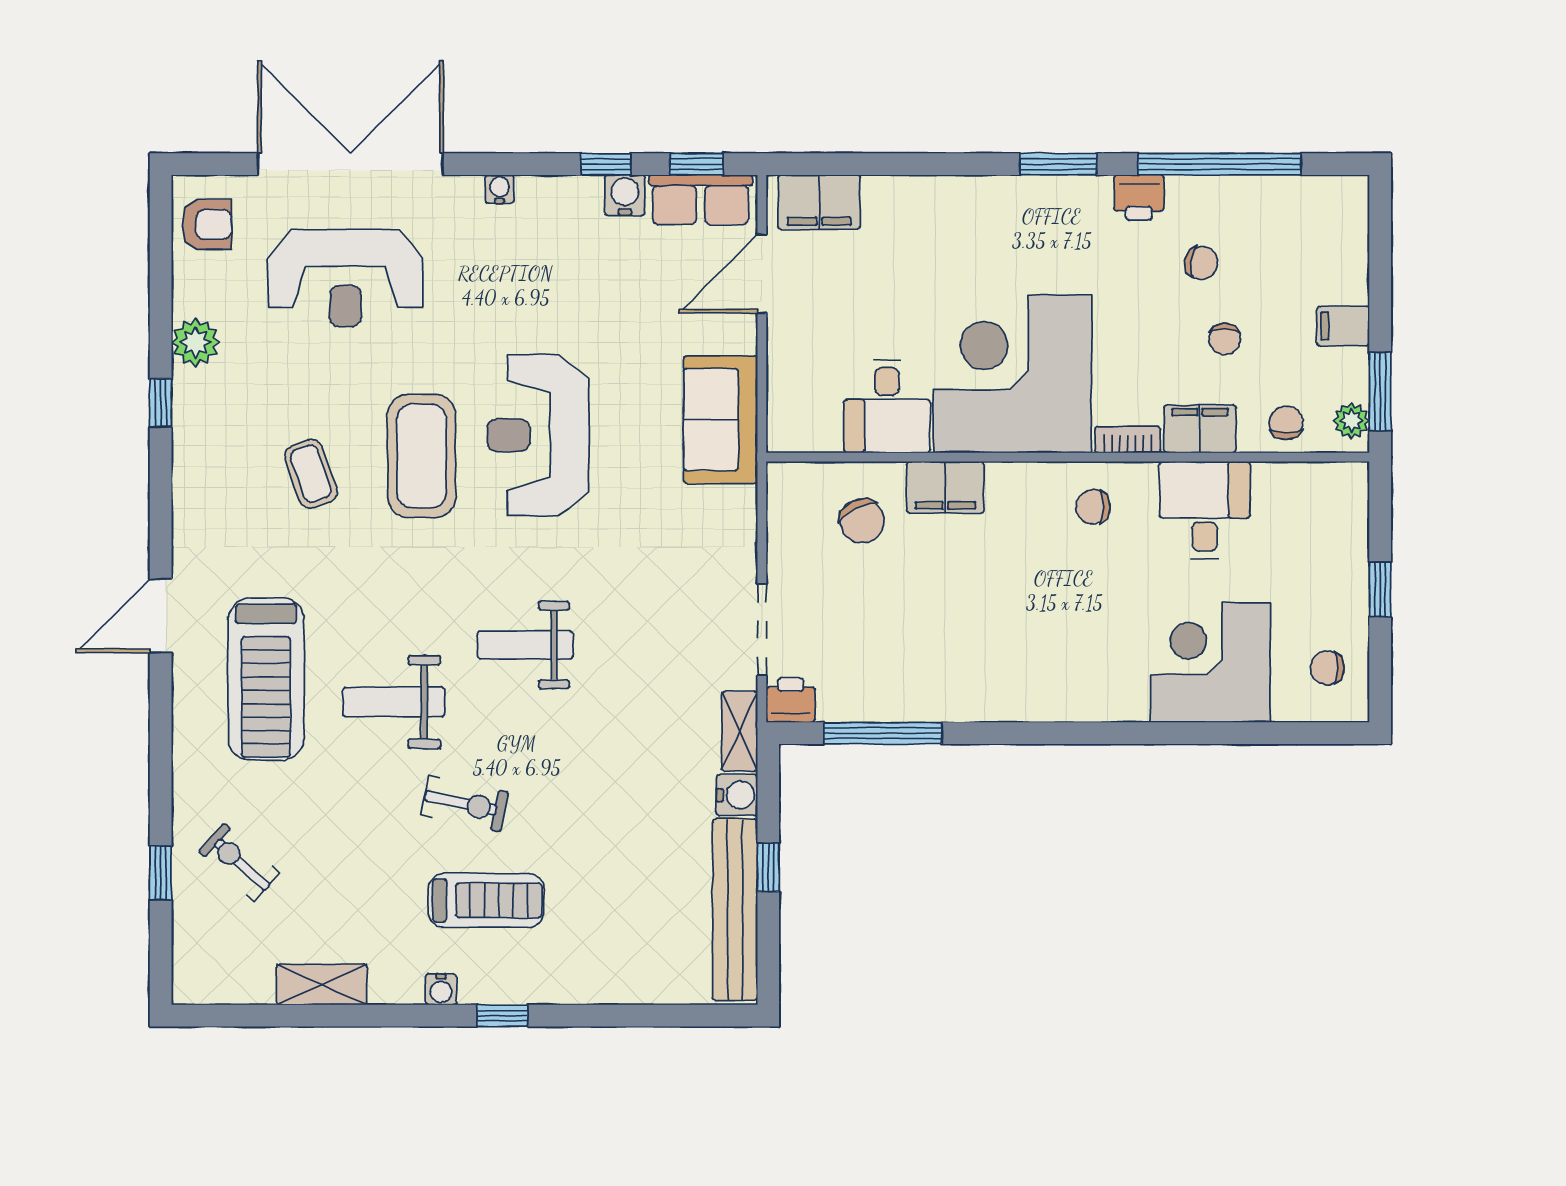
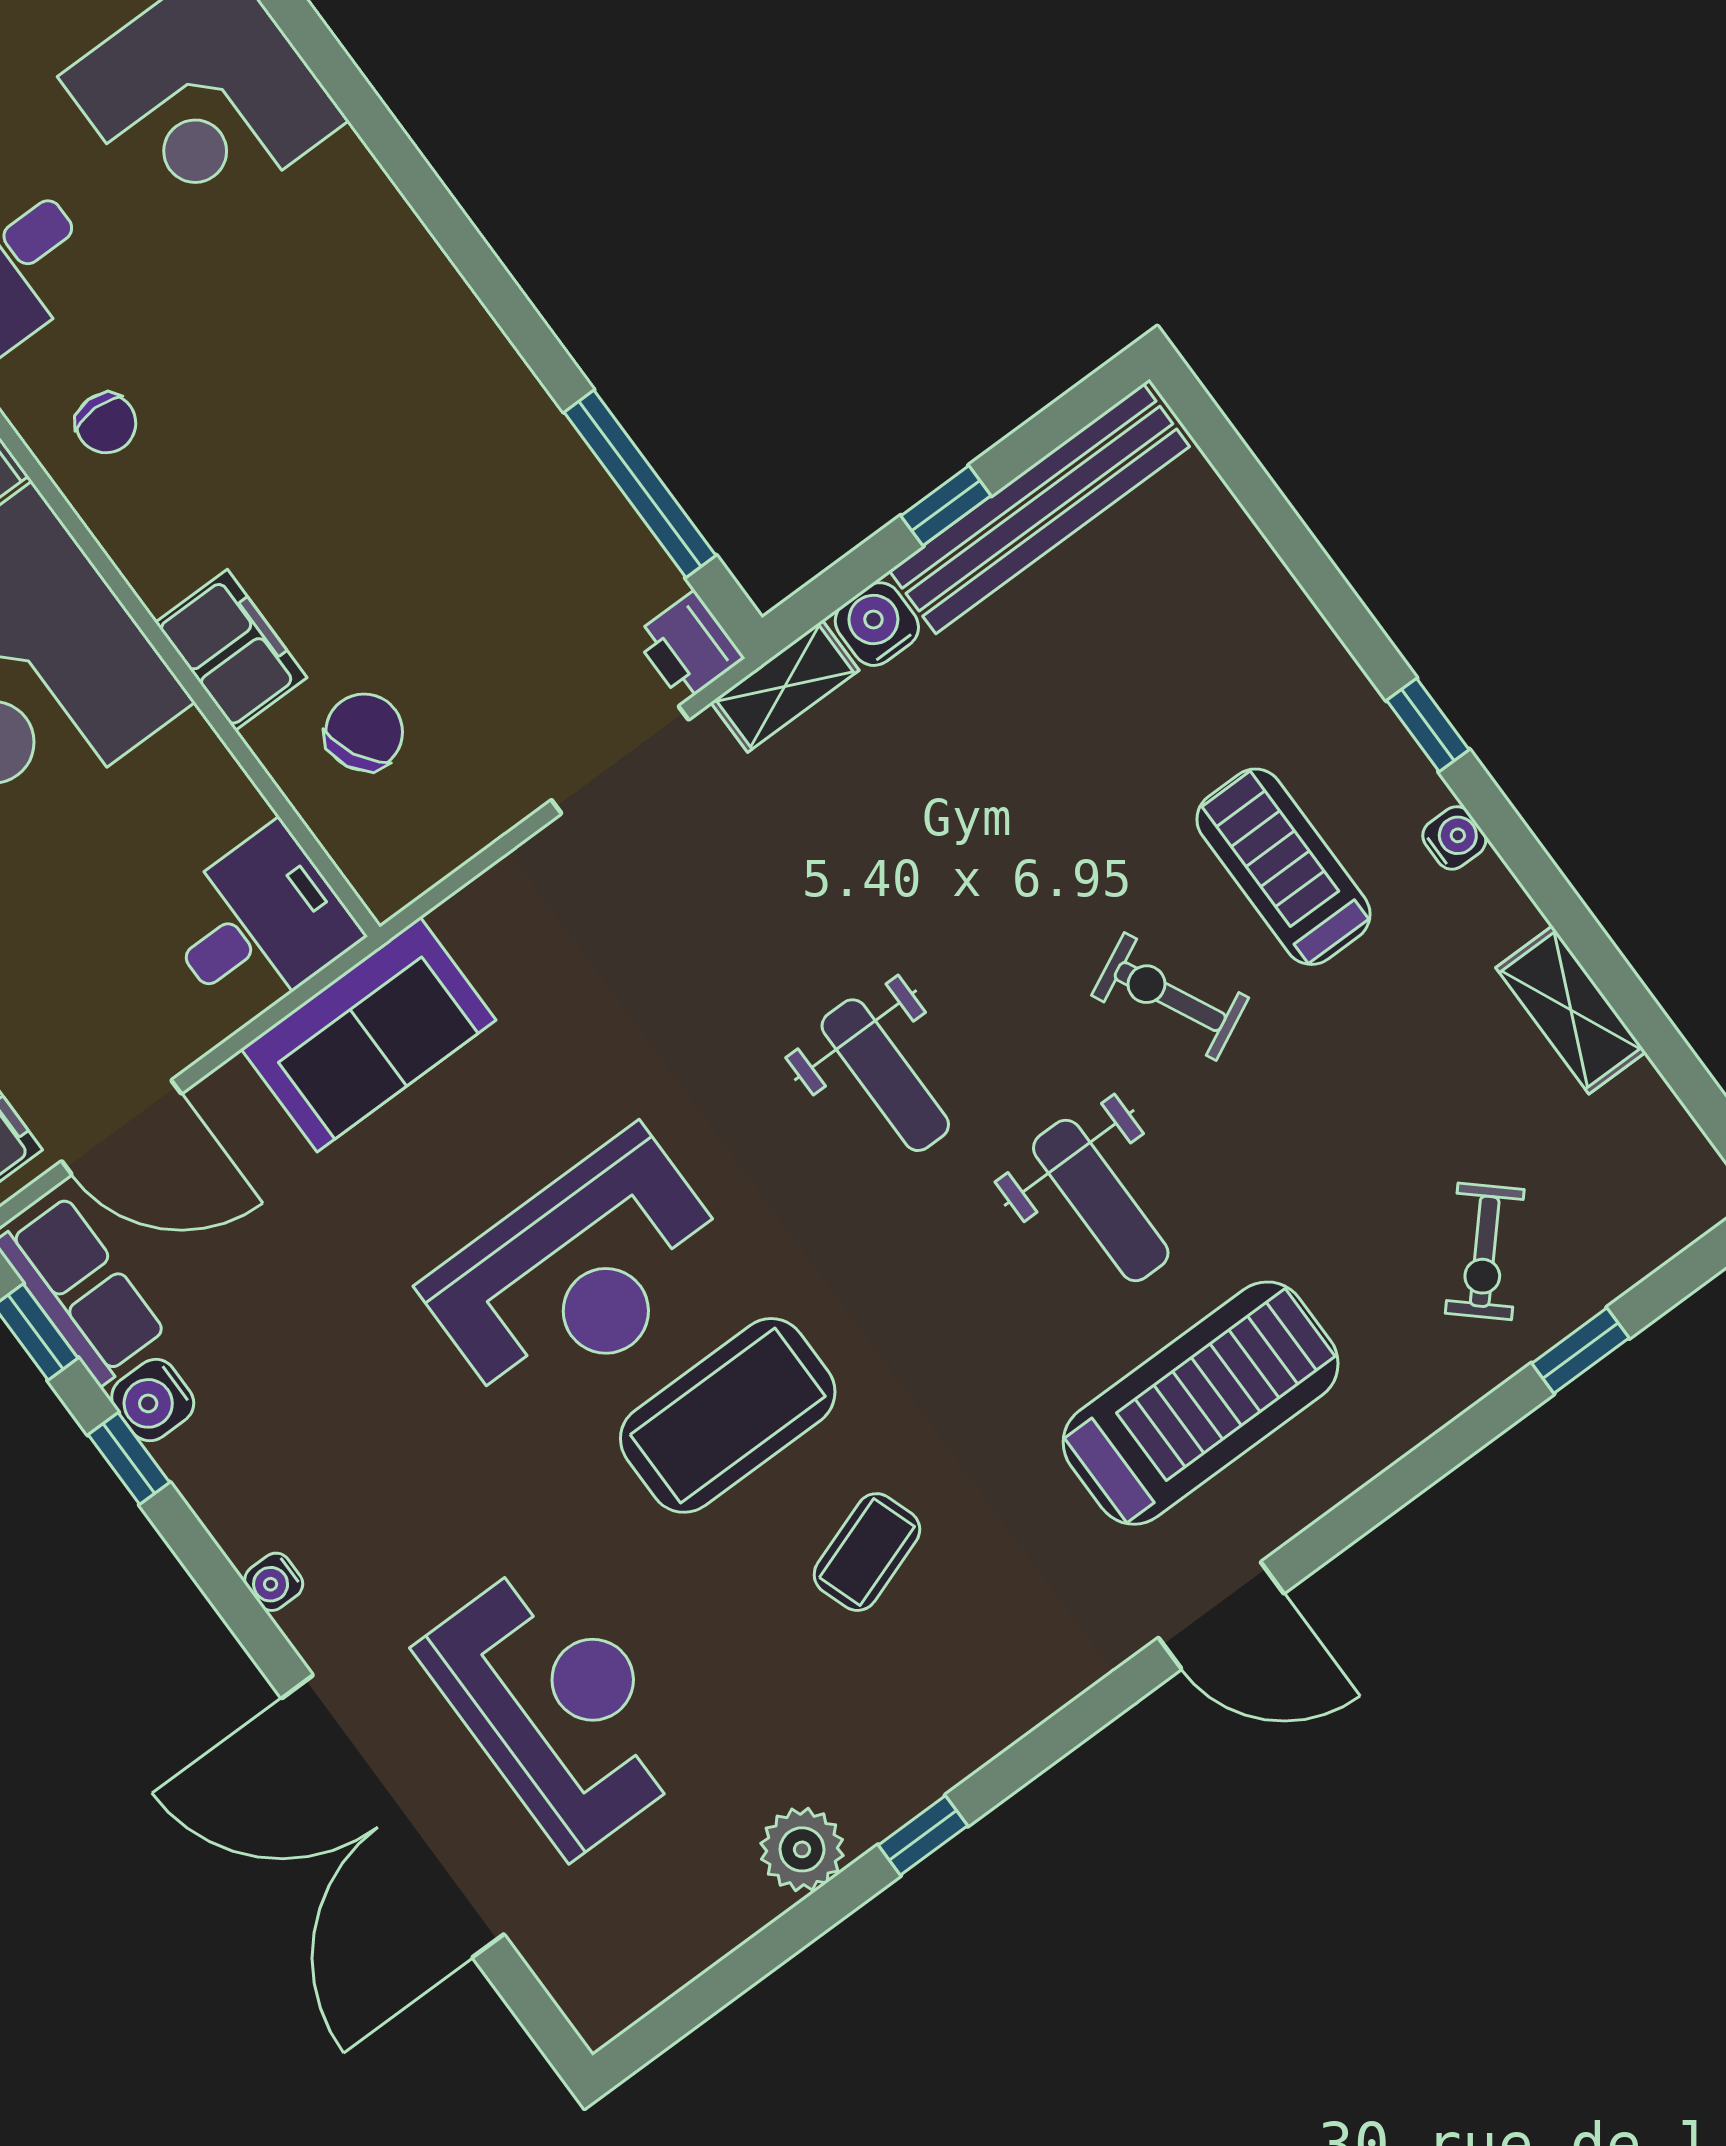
armchair: (207, 224) -> (625, 1955), removed
desk: (887, 407) -> (259, 924), moved
exercise bike: (465, 804) -> (1170, 997), turned -38

